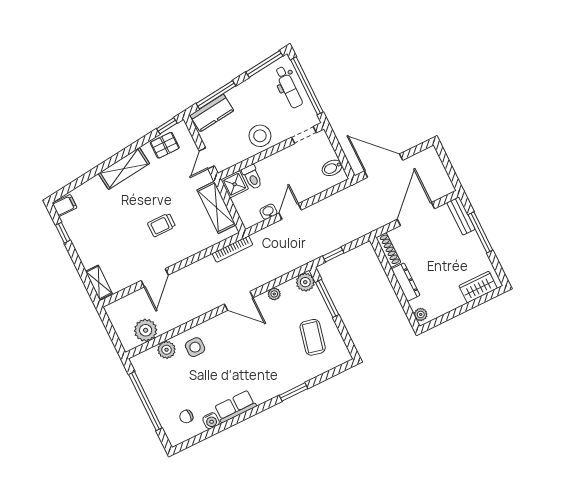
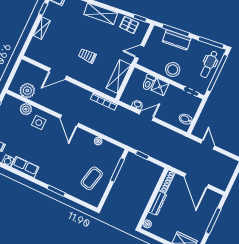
kitchen counter: (212, 113) -> (177, 40), moved
door: (384, 166) -> (208, 144), width x0.53
shower: (235, 184) -> (160, 87), moved
door: (416, 214) -> (196, 181), swing flipped
bench: (461, 216) -> (214, 204), removed
shelving: (99, 282) -> (42, 28), moved
plant: (305, 282) -> (117, 152), removed
door: (239, 301) -> (69, 121), moved

